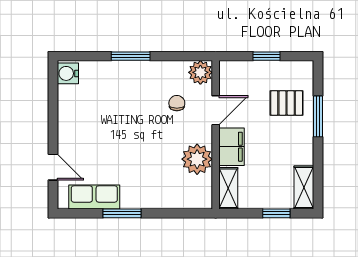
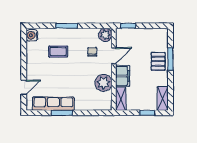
window: (267, 56) -> (128, 26), moved
coffee table: (115, 103) -> (58, 52), added
pallet: (287, 103) -> (158, 61), moved, turned 90
door: (53, 167) -> (24, 87), hinge flipped
row of seats: (94, 197) -> (53, 104), width x1.48

